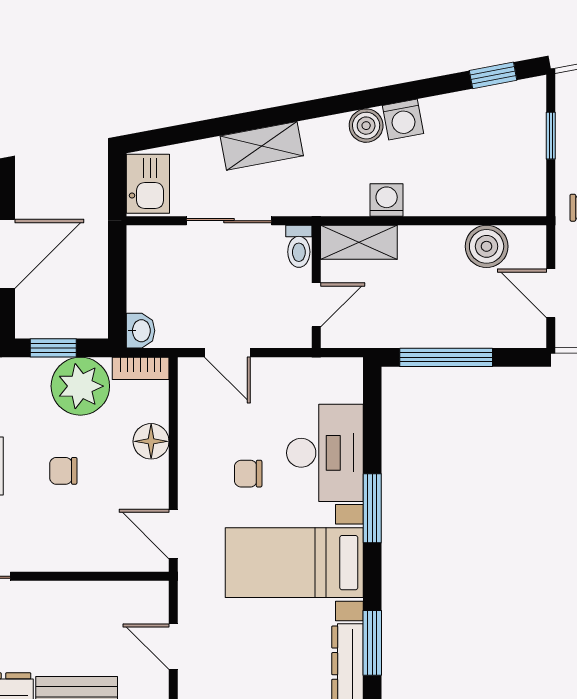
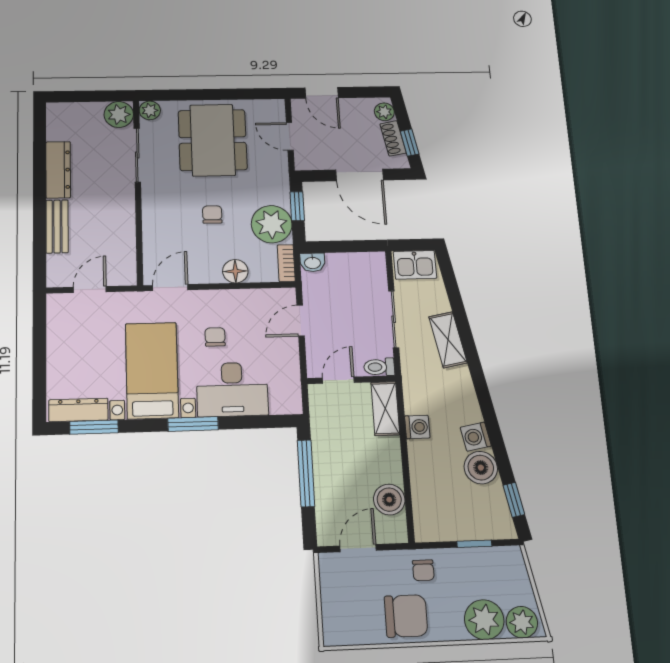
boiler: (366, 126) -> (481, 468), moved, width x1.36, depth x1.36
door: (316, 305) -> (338, 380), swing flipped

